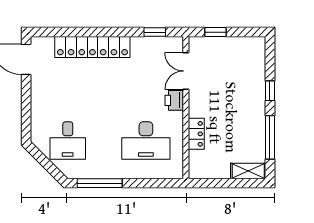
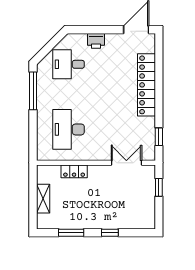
printer: (174, 100) -> (96, 41), moved, turned 180
window: (270, 137) -> (71, 233), width x0.69
shelving: (248, 171) -> (43, 199), moved

